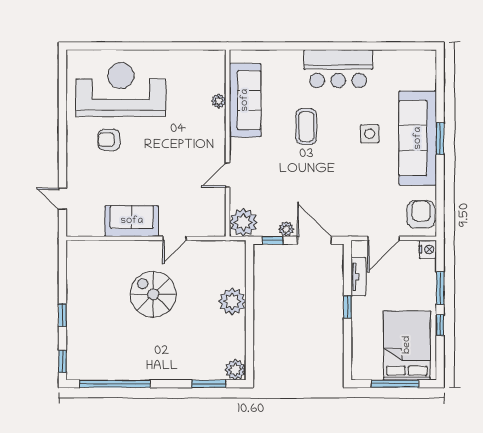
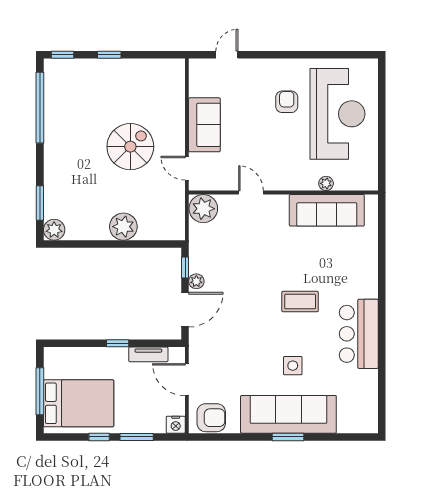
sofa: (245, 100) -> (327, 210), moved
plant: (219, 101) -> (326, 183), moved
wall: (228, 143) -> (283, 193), moved
door: (228, 175) -> (251, 193), moved
plant: (243, 222) -> (203, 209), moved

